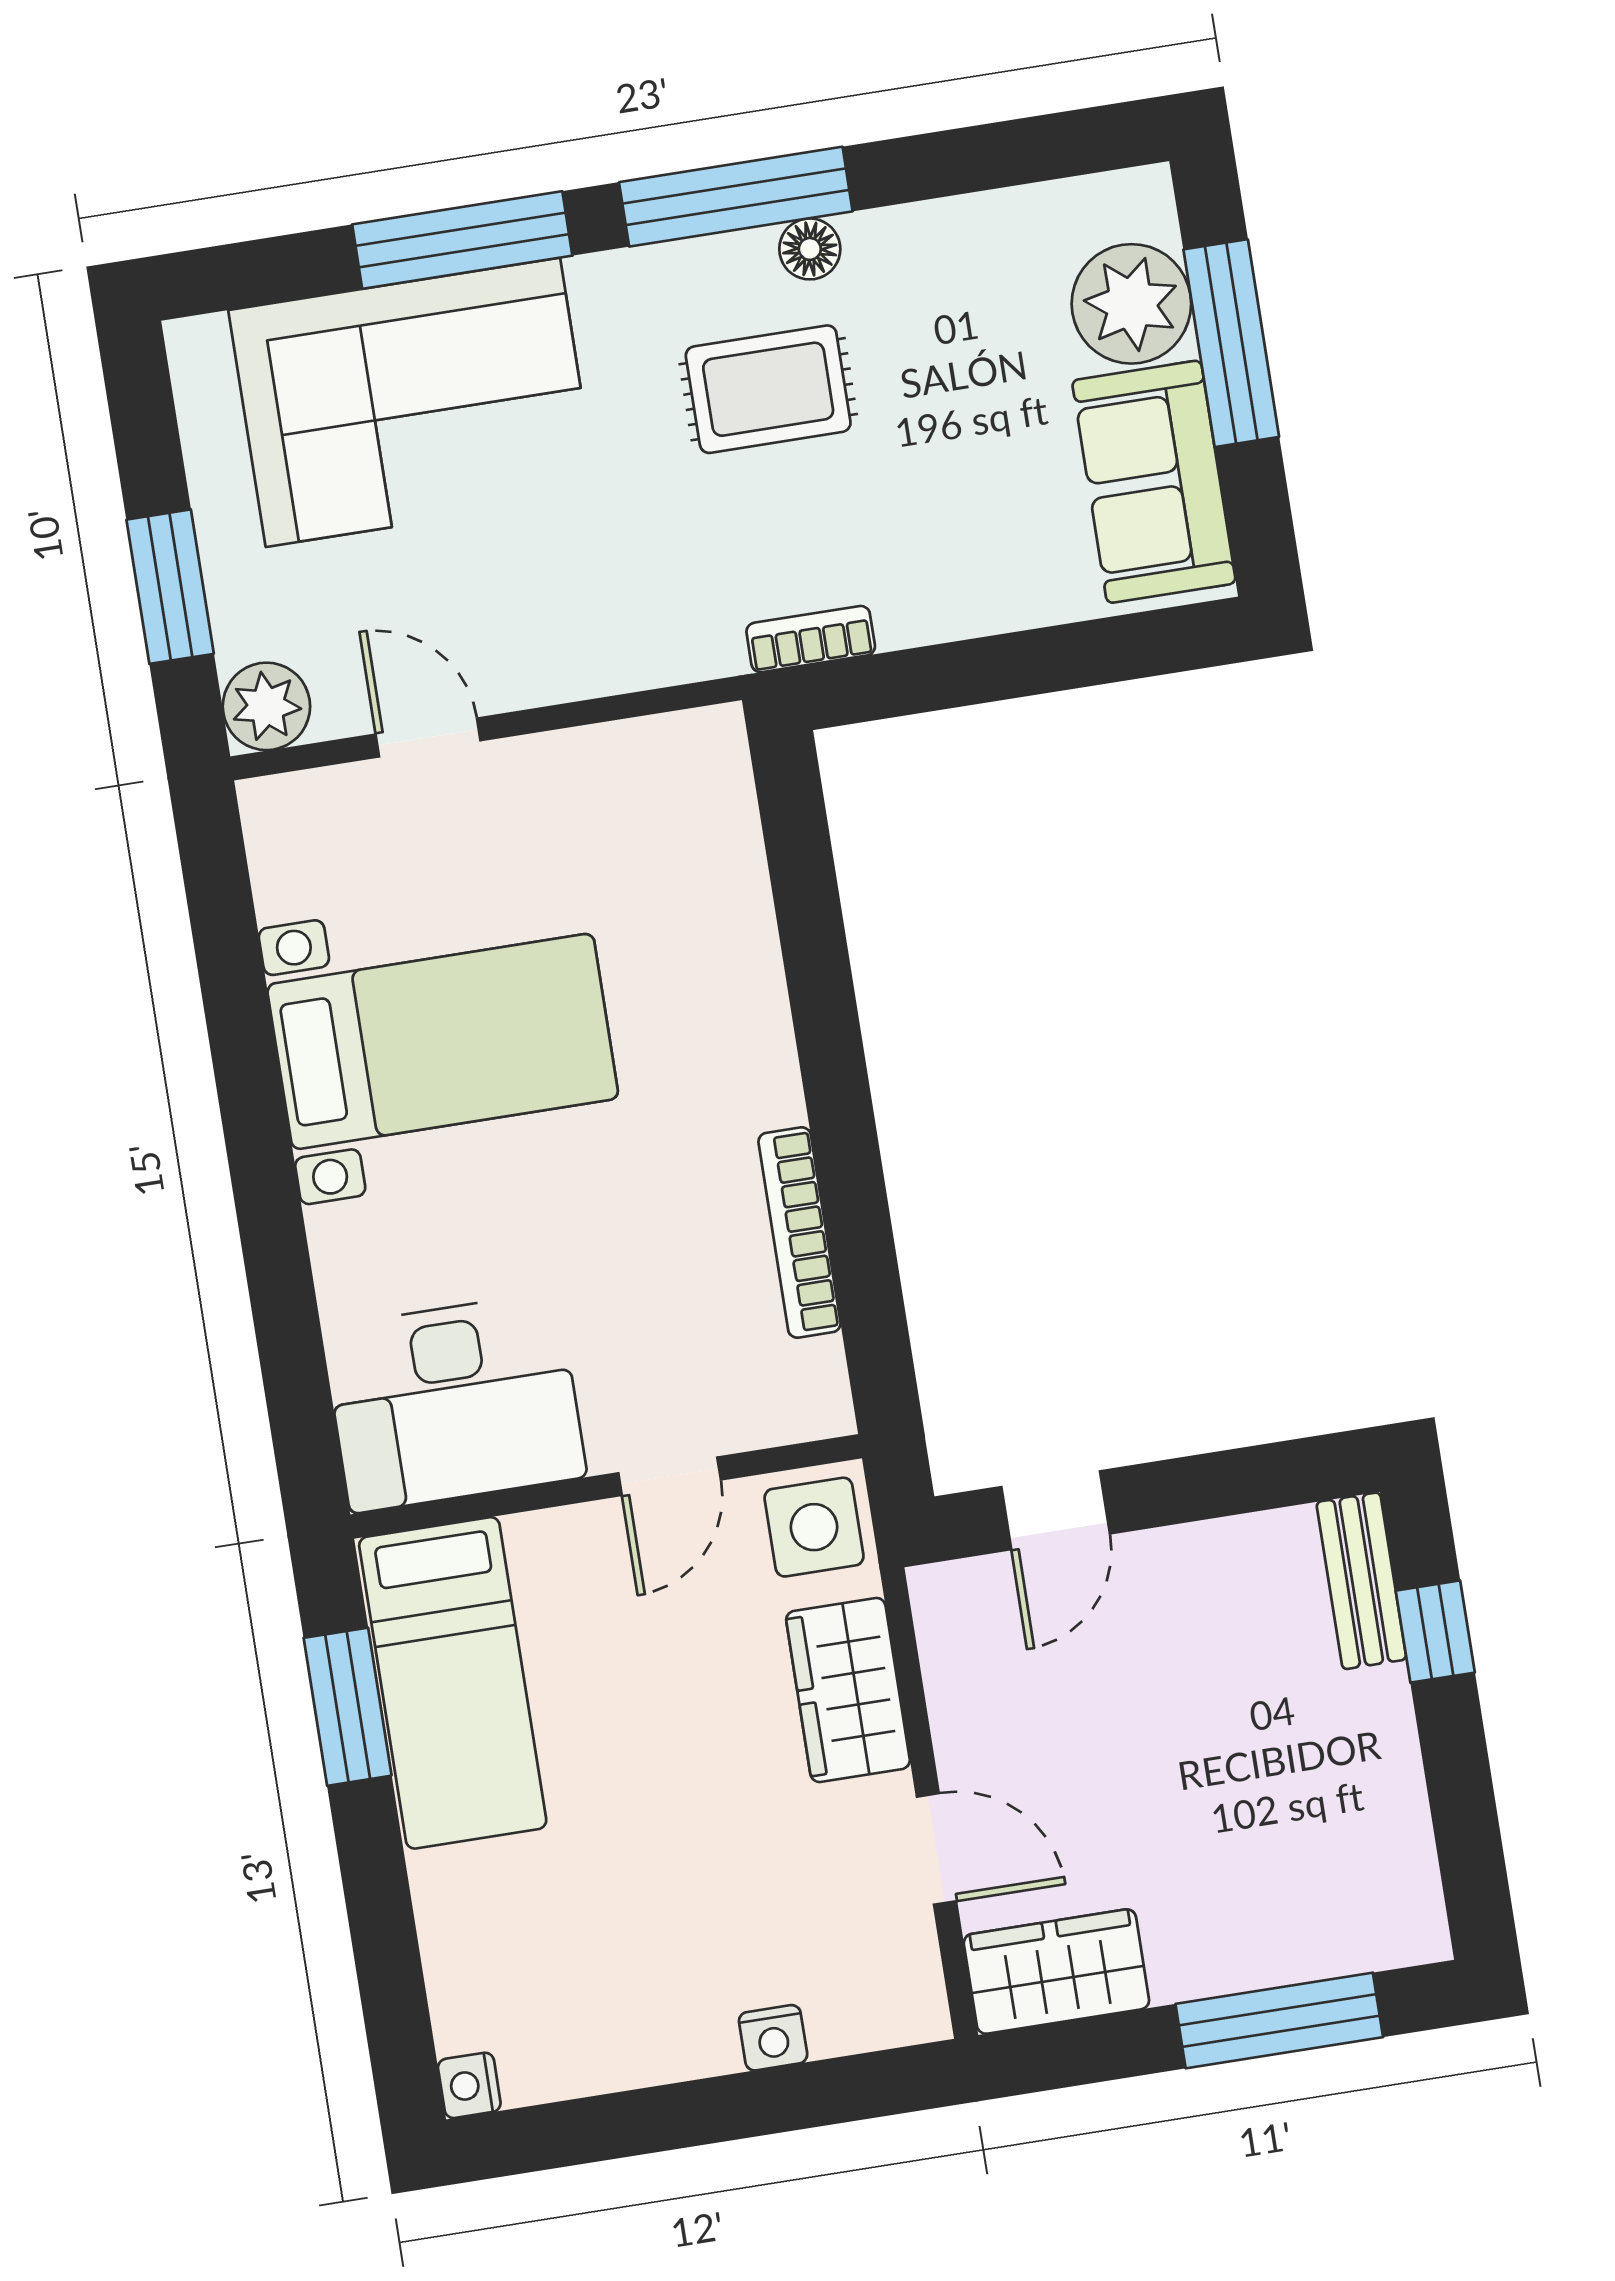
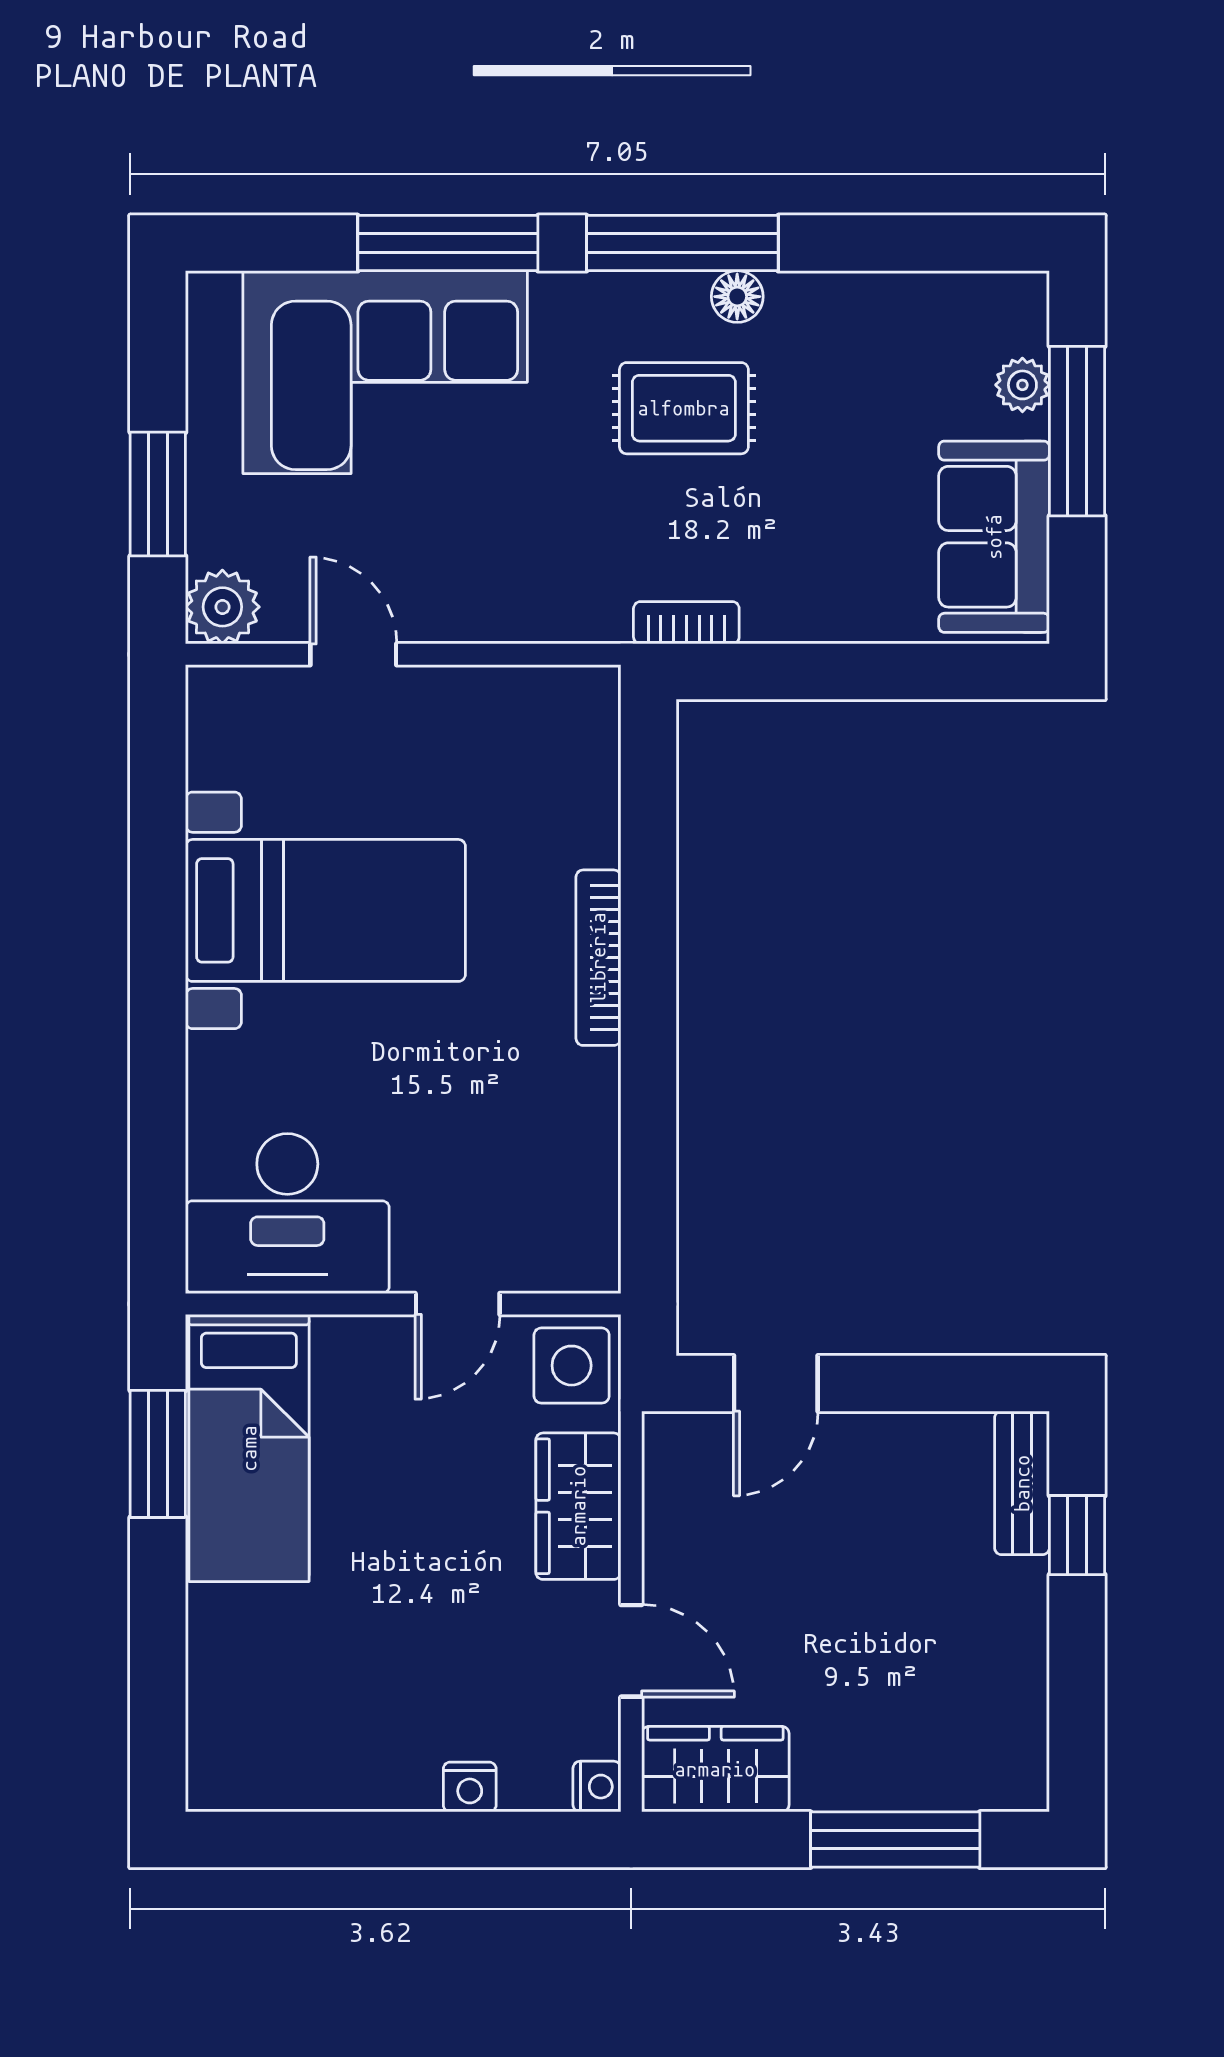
plant: (1131, 304) -> (1022, 385), width x0.53, depth x0.53
bookcase: (800, 1232) -> (598, 958), moved
nightstand: (469, 2085) -> (597, 1787), moved, turned 180

